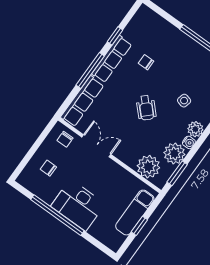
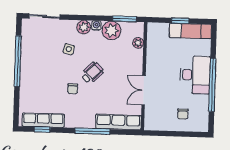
window: (115, 36) -> (42, 130), moved
row of seats: (112, 59) -> (43, 120), moved
chair: (146, 62) -> (73, 89), moved
chair: (65, 139) -> (154, 116), removed
plant: (148, 167) -> (138, 43), width x0.53, depth x0.53
exam couch: (135, 213) -> (190, 31), moved

